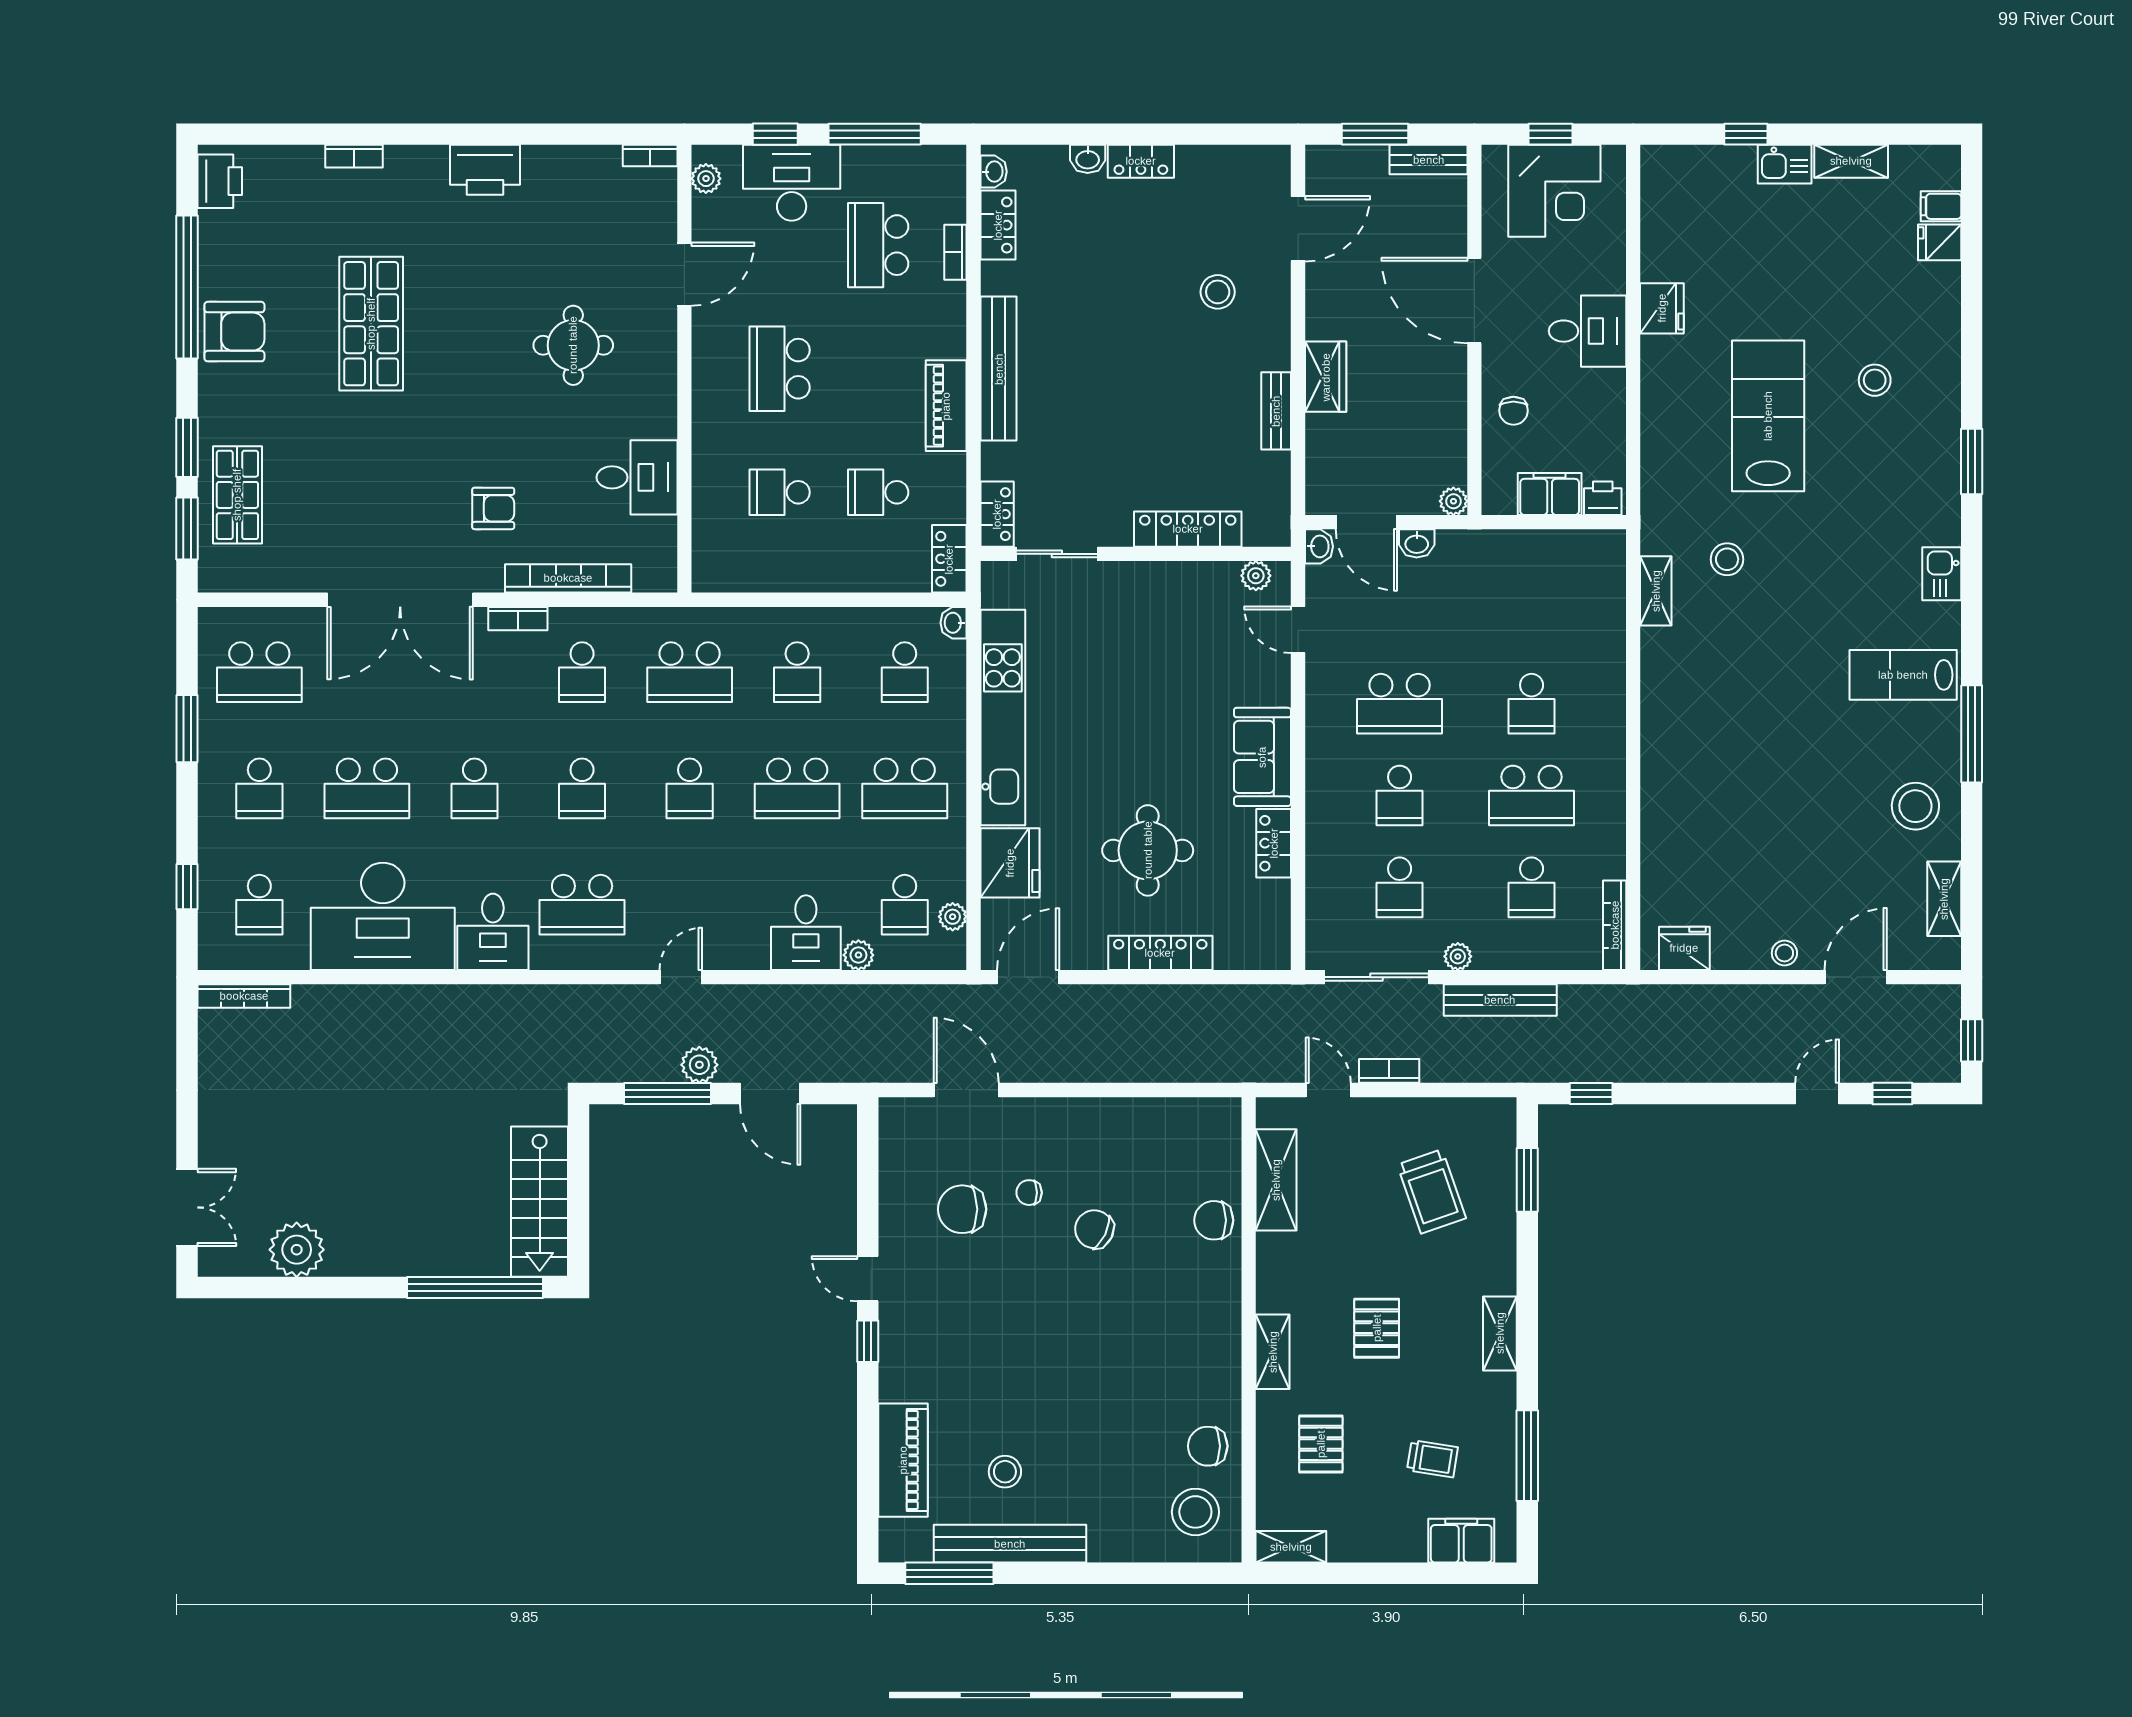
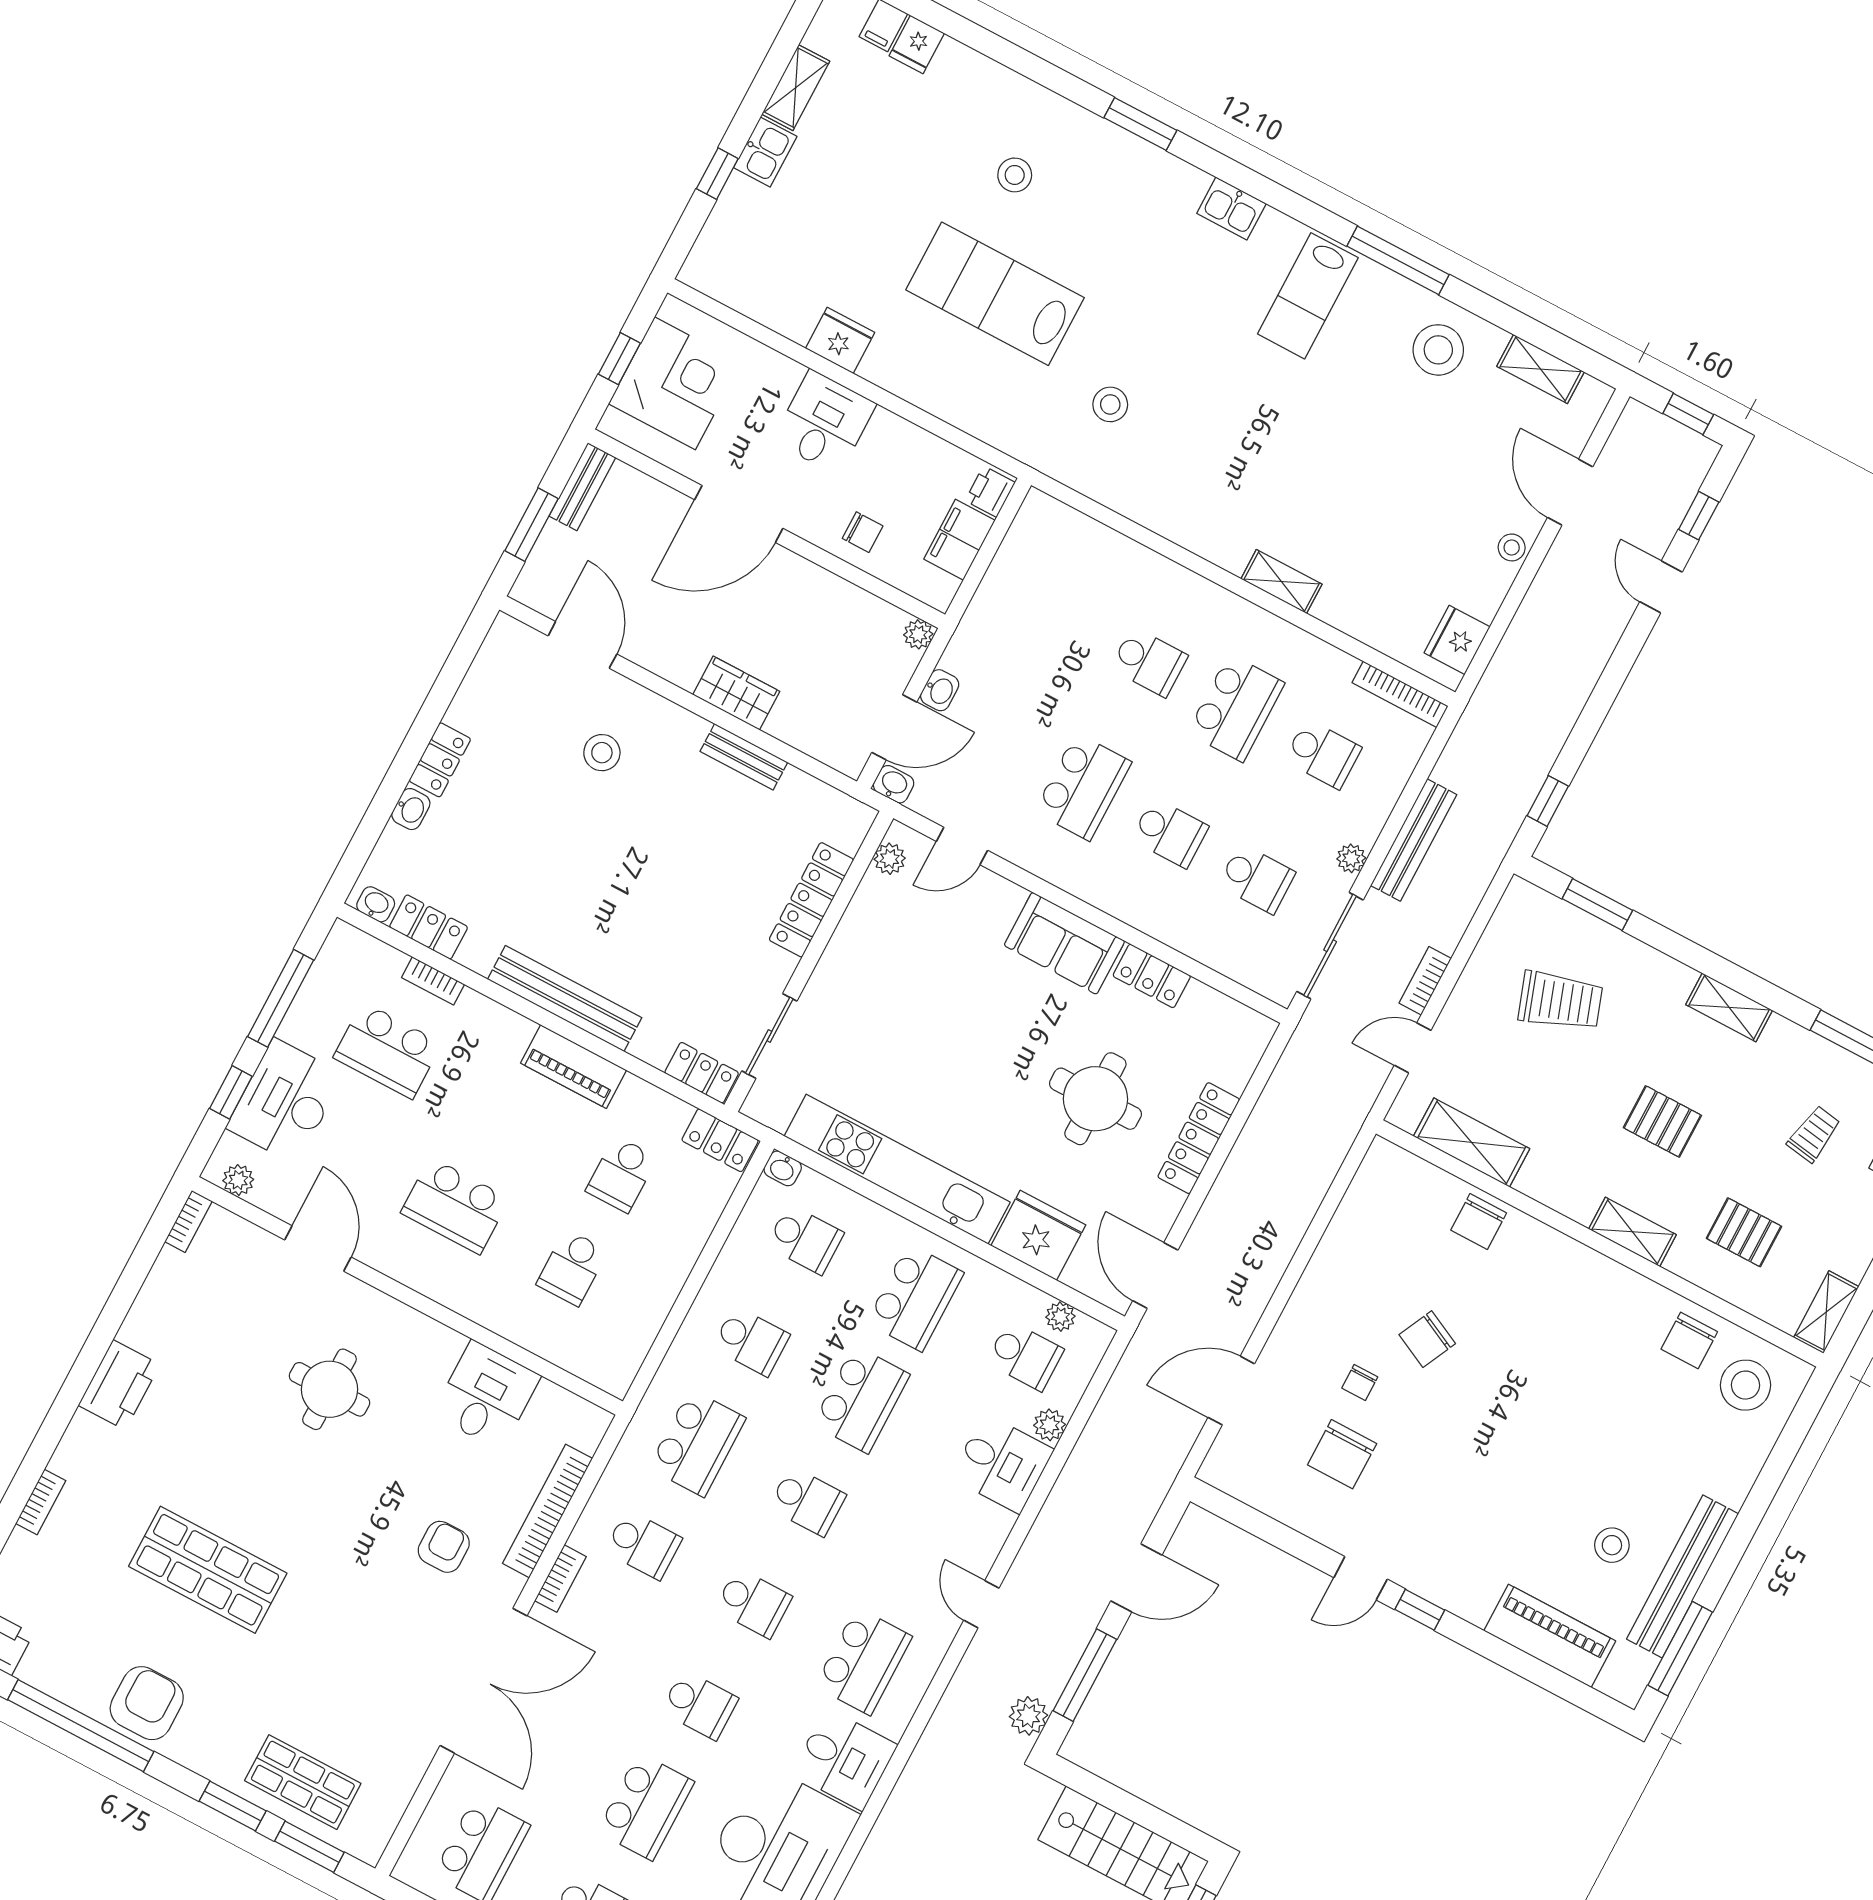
shelving: (1656, 591) -> (1281, 582), moved
plant: (699, 1065) -> (1028, 1716), moved

